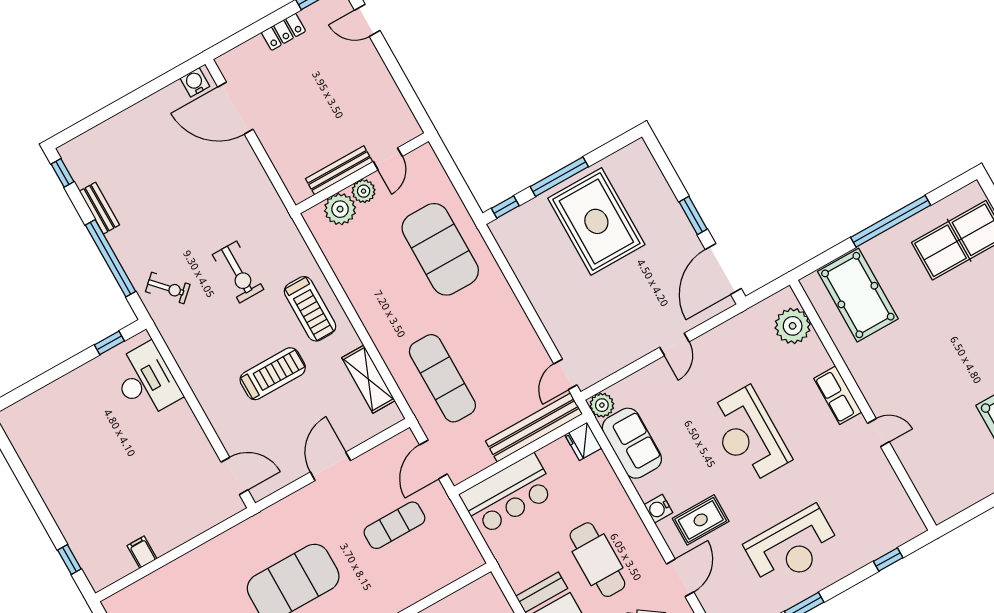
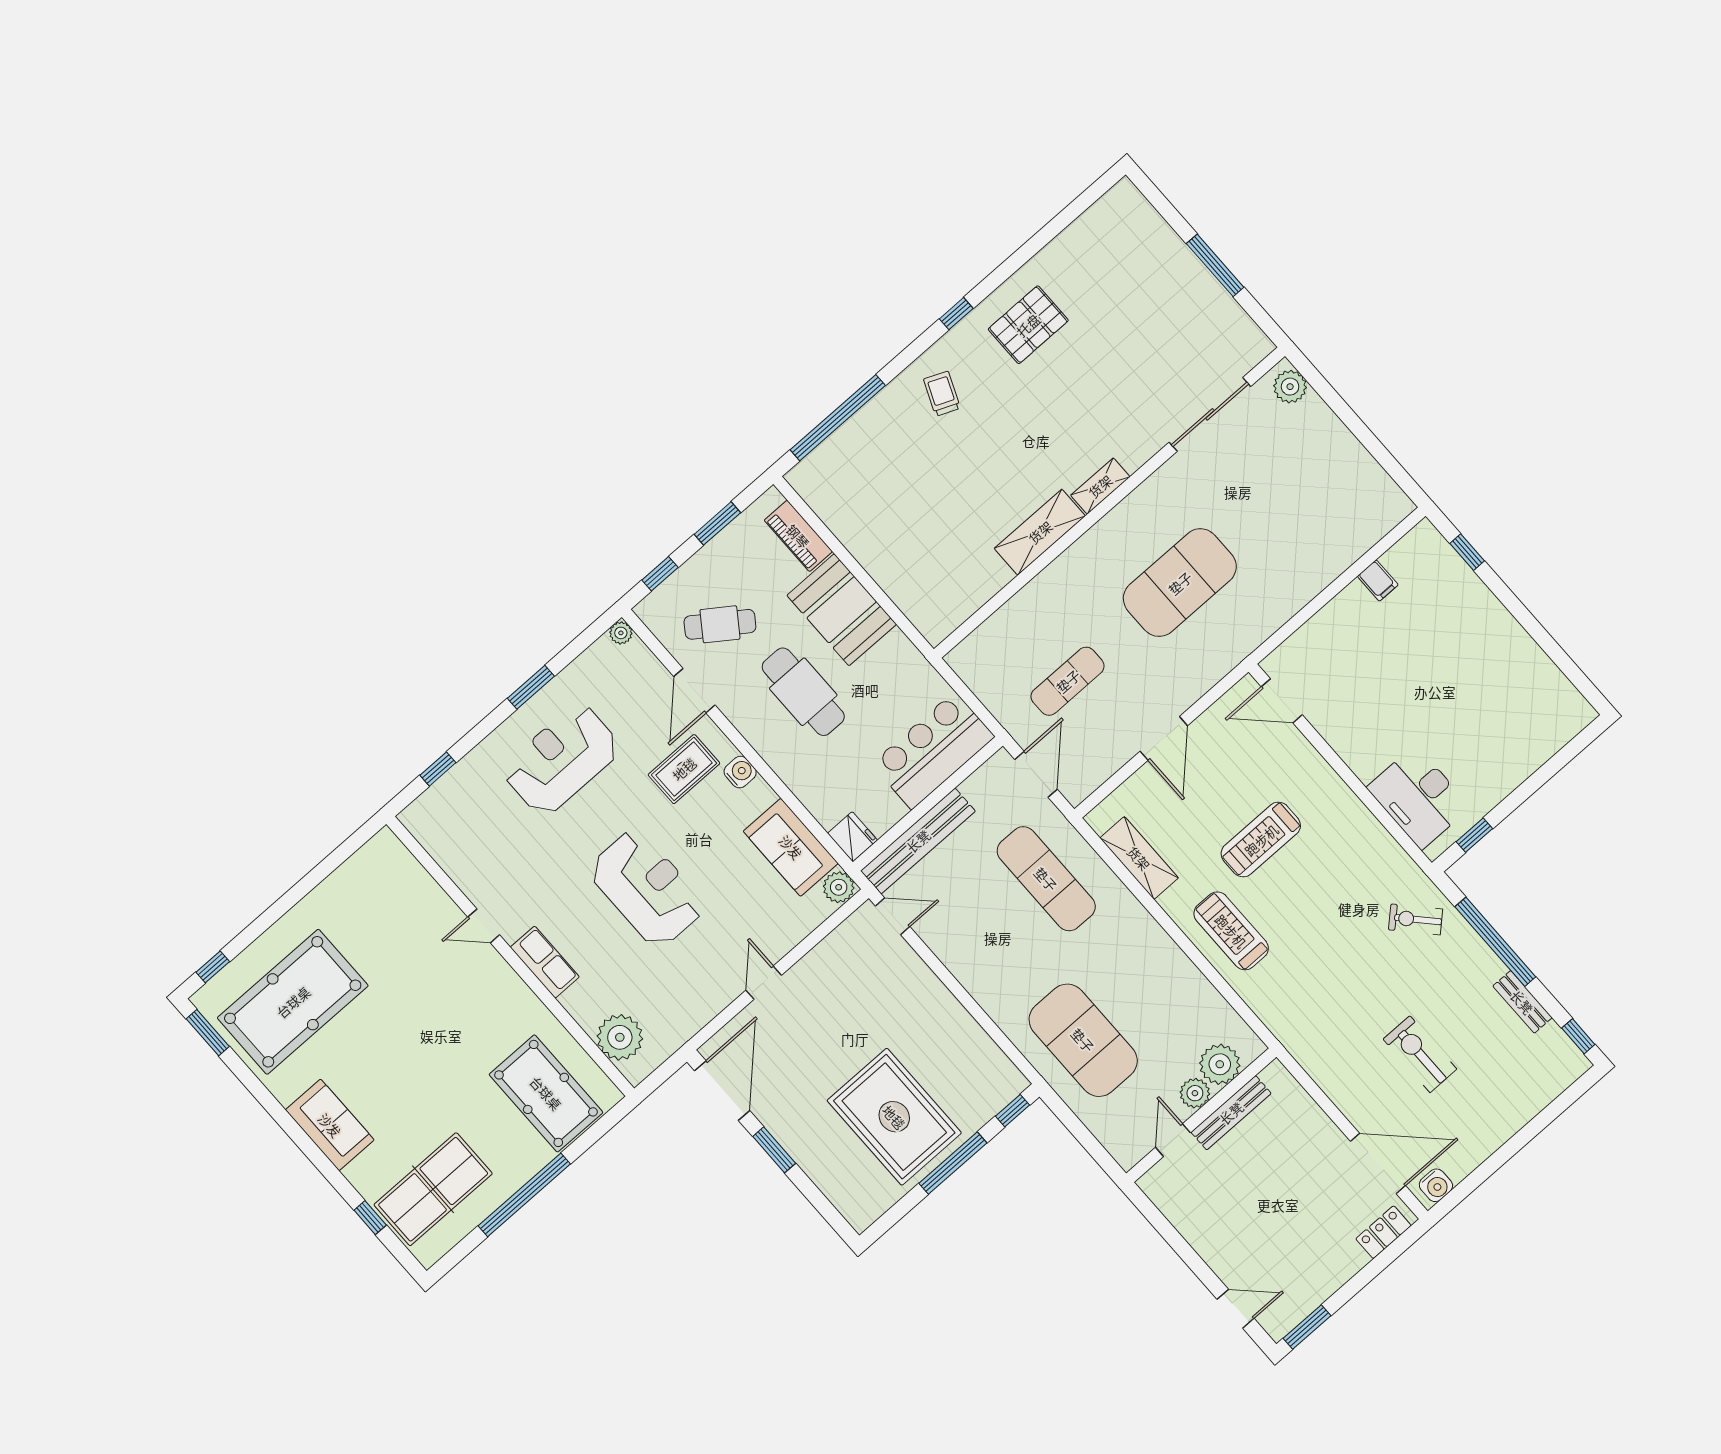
locker: (284, 32) -> (1383, 1232), moved
exercise bike: (238, 272) -> (1420, 1054), moved
door: (565, 374) -> (893, 916), hinge flipped

